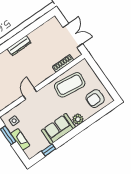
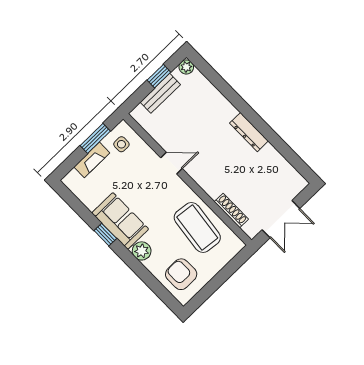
window: (49, 150) -> (105, 235), moved

